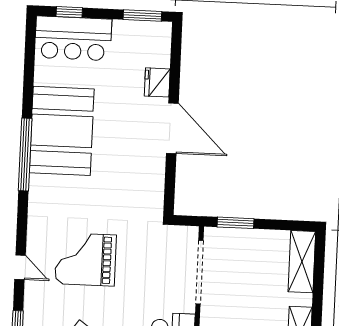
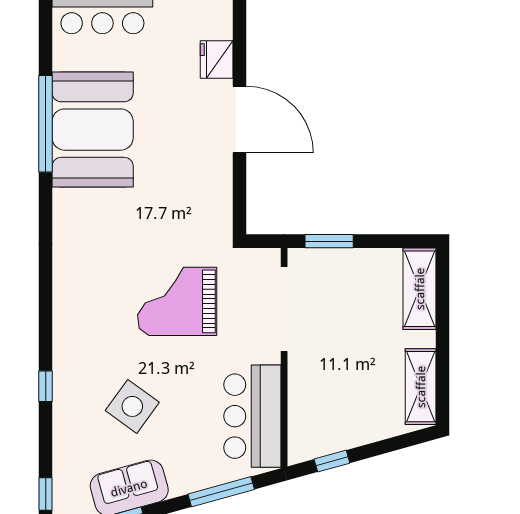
window: (25, 155) -> (46, 124), moved
grand piano: (86, 259) -> (177, 301), moved
door: (20, 267) -> (46, 313), removed

